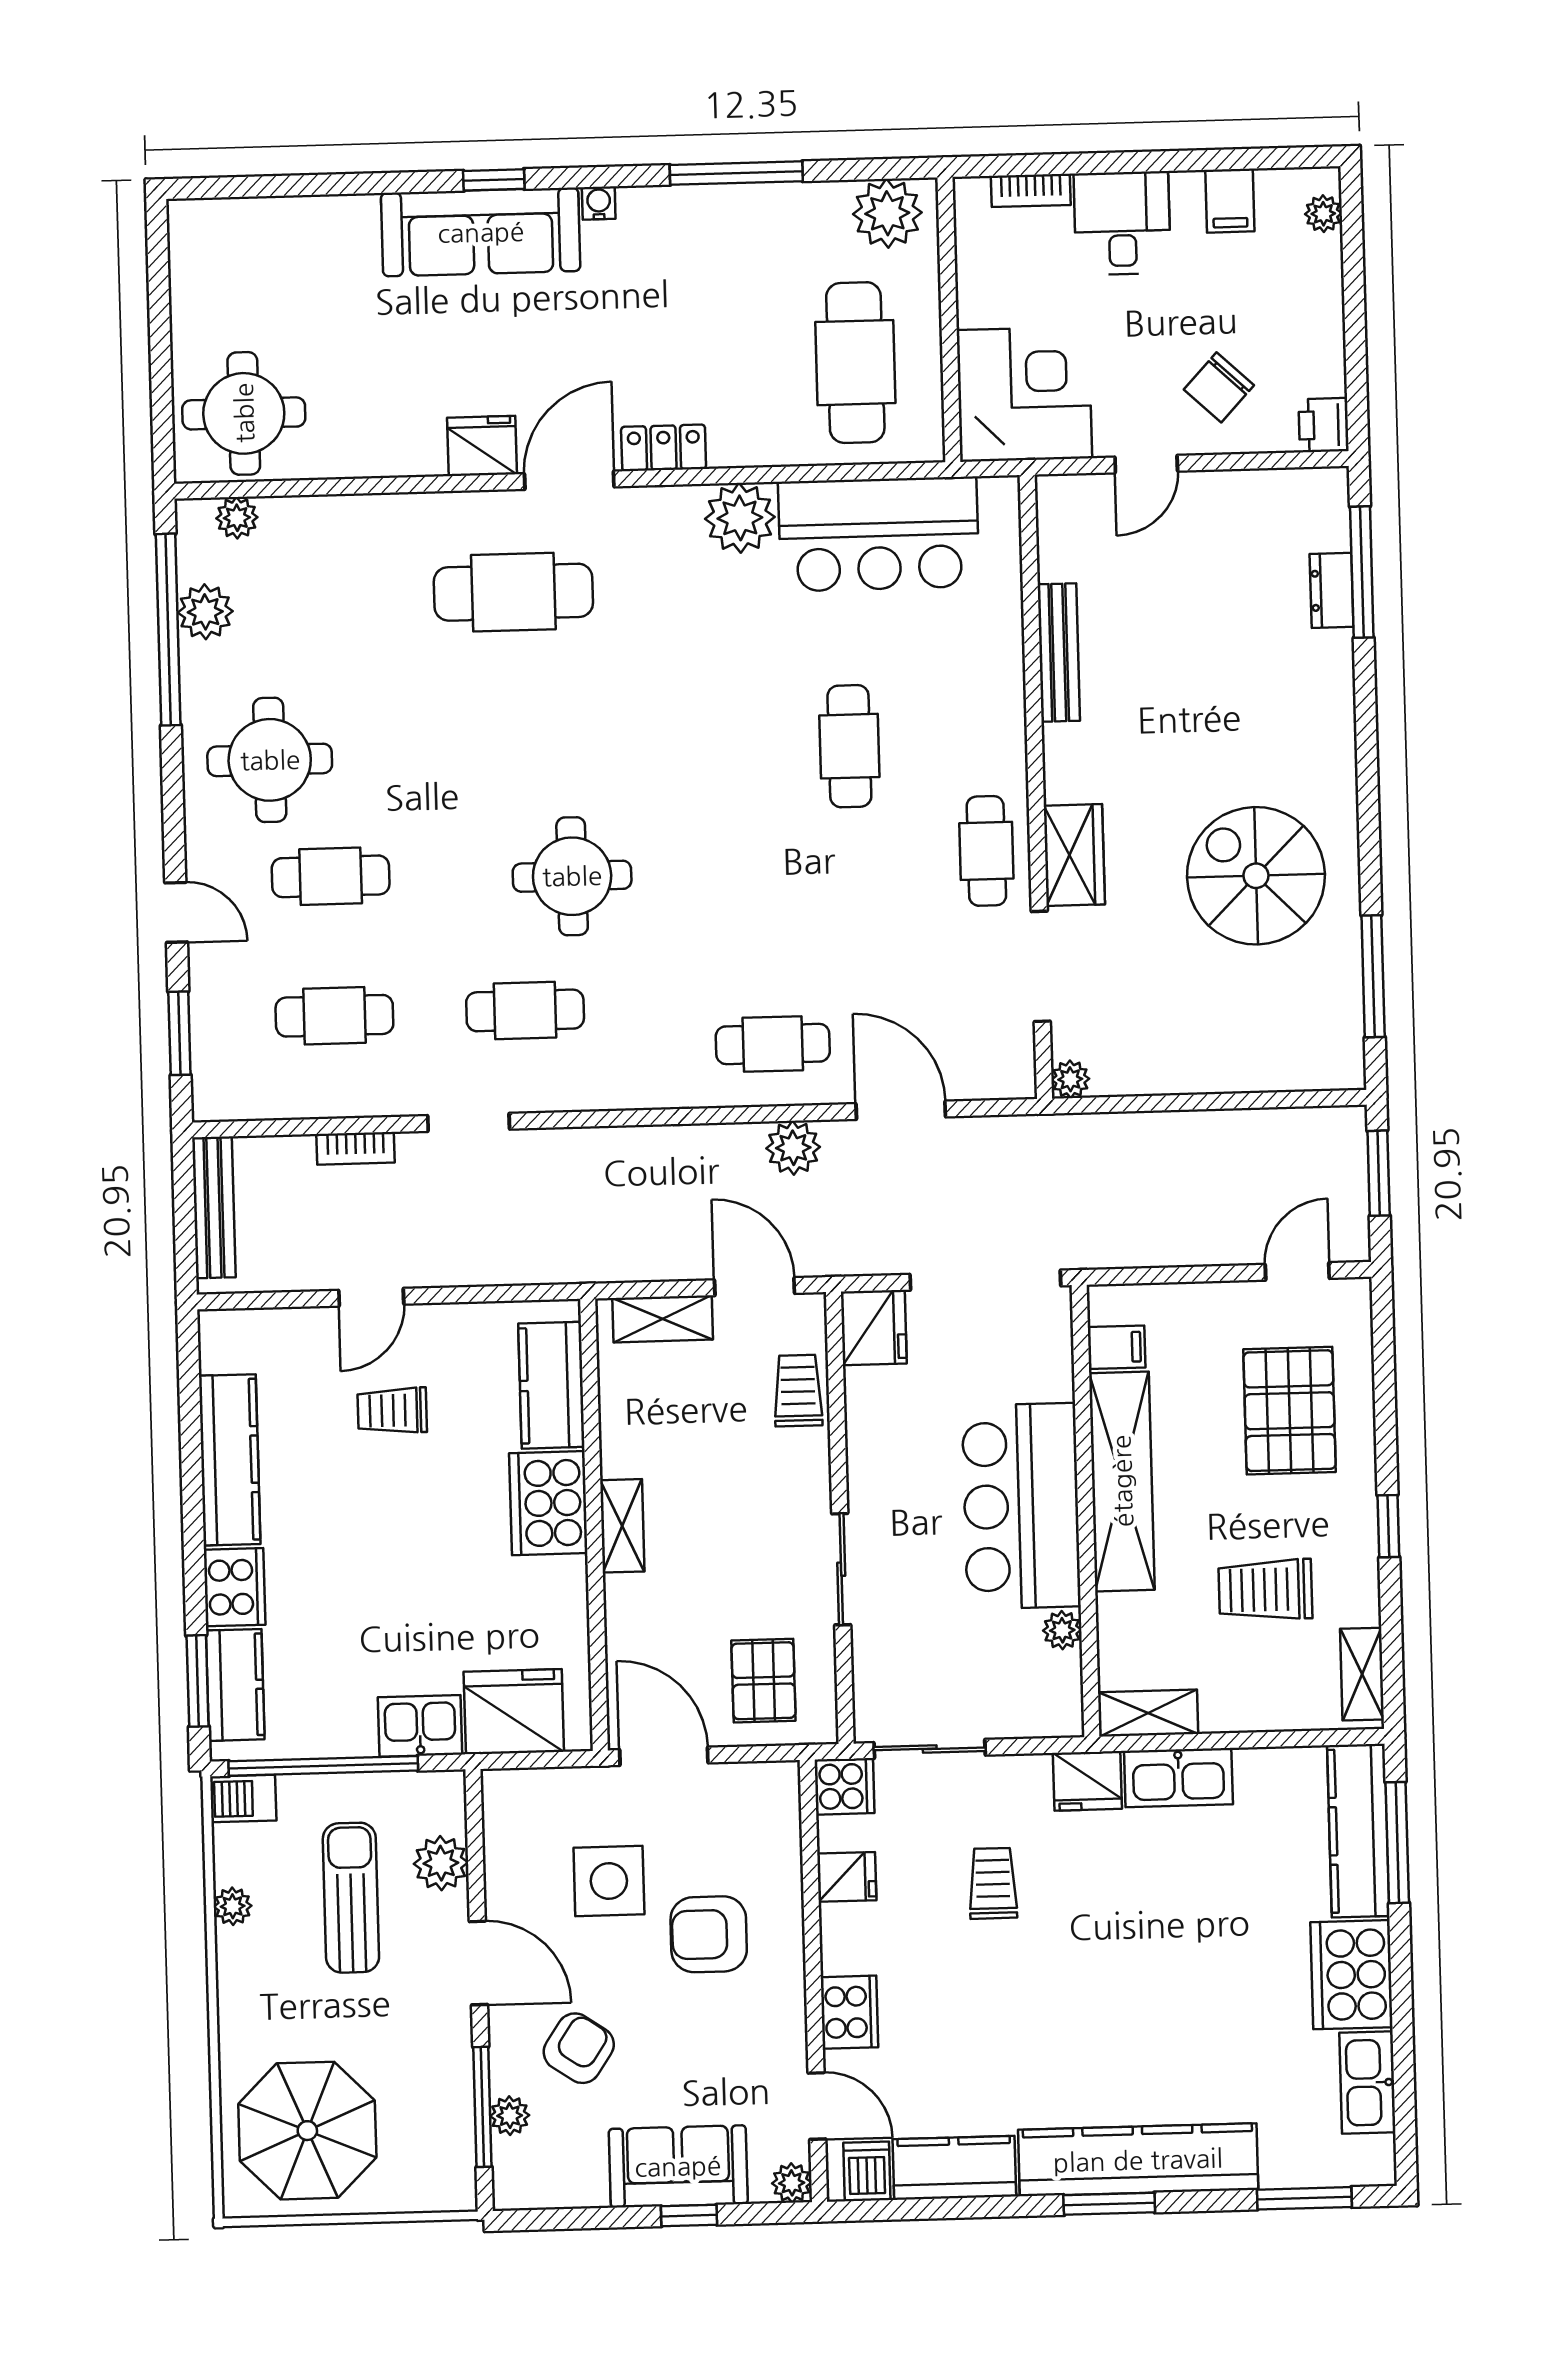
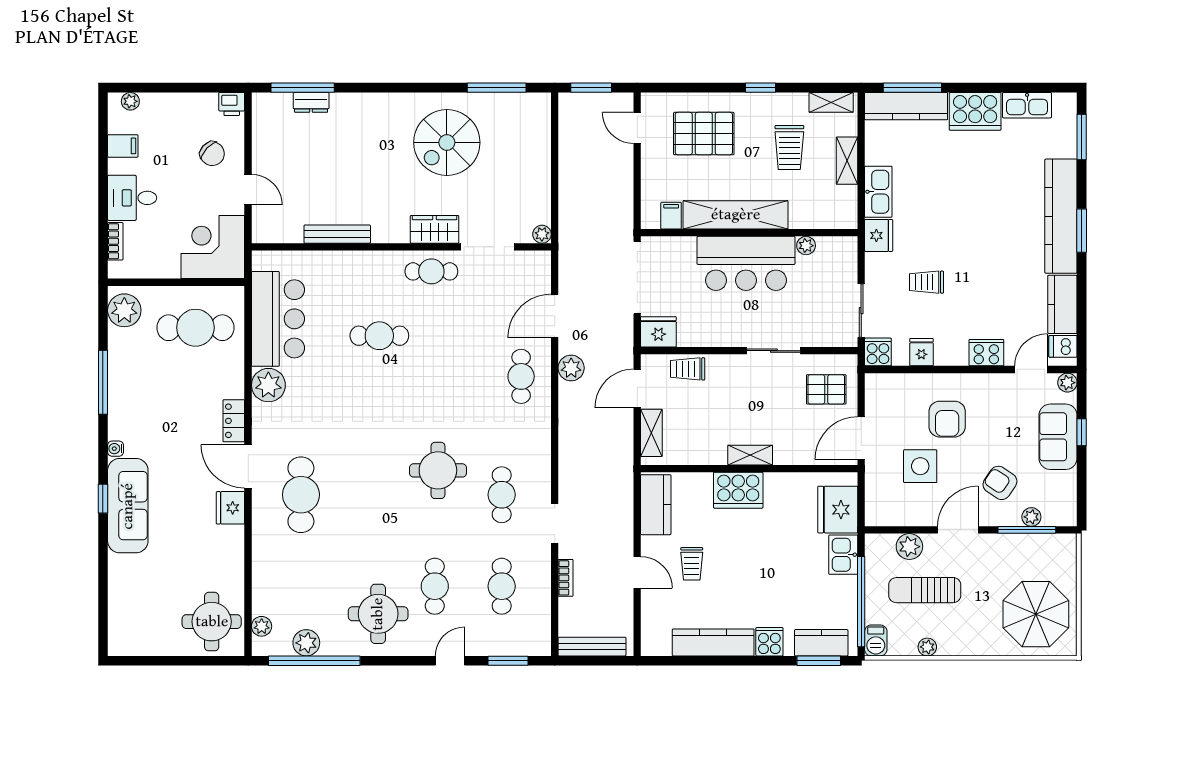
kitchen counter: (551, 1385) -> (656, 505), moved, turned -90
cooker: (235, 1587) -> (769, 642), width x0.73
shelving: (1148, 1713) -> (847, 161), moved

